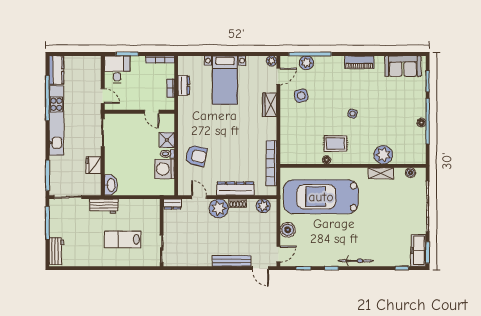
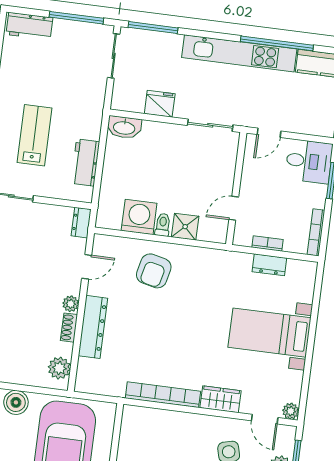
bookcase: (271, 163) -> (163, 395), moved
workbench: (104, 206) -> (85, 163), moved
plant: (219, 208) -> (71, 304), width x0.53, depth x0.53

